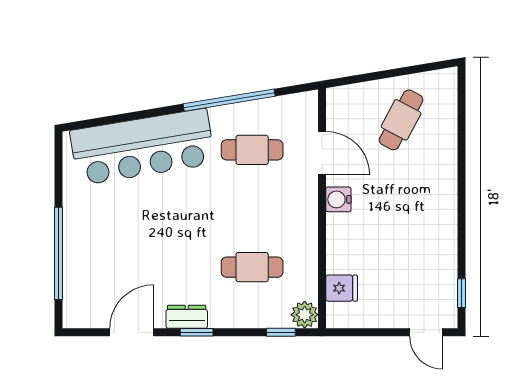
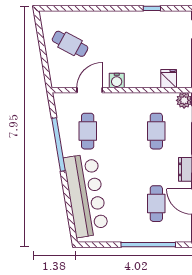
cafe table: (128, 267) -> (156, 204), added
window: (462, 293) -> (152, 8), moved

